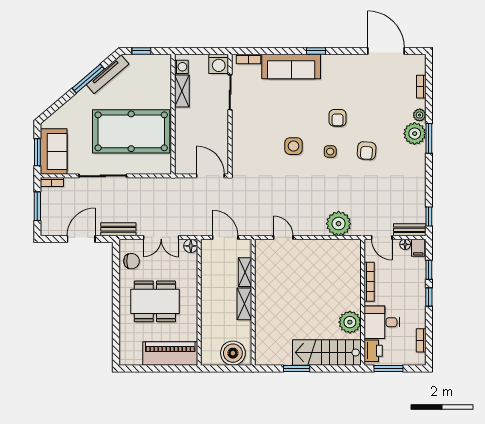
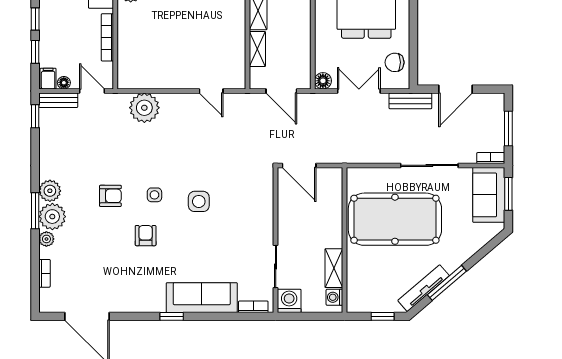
armchair: (367, 151) -> (110, 196), turned 86
plant: (417, 155) -> (50, 191), added

